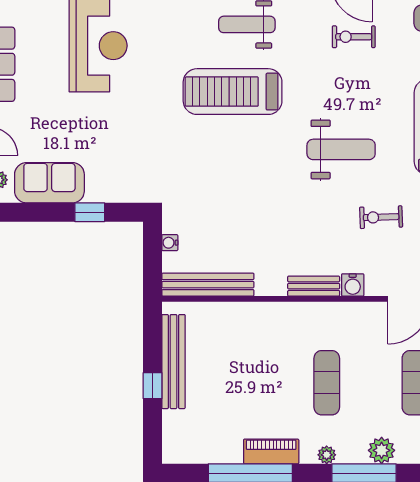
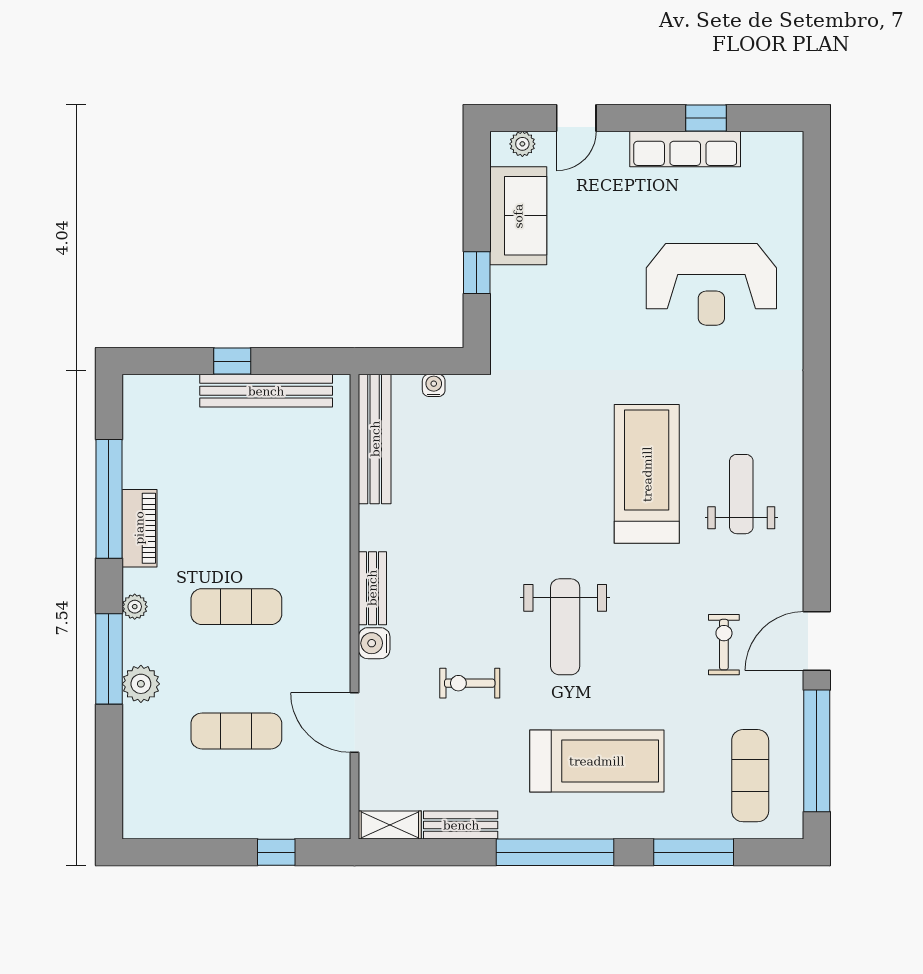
exercise bike: (381, 217) -> (470, 683), turned -88

